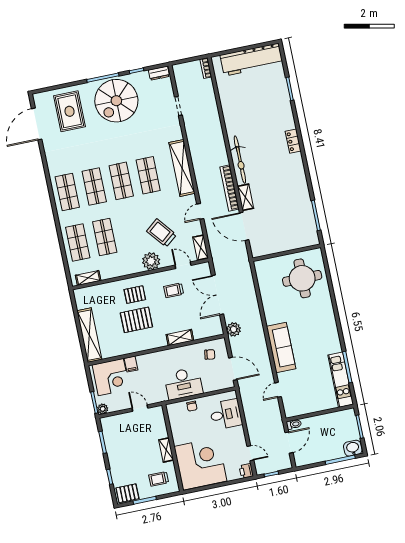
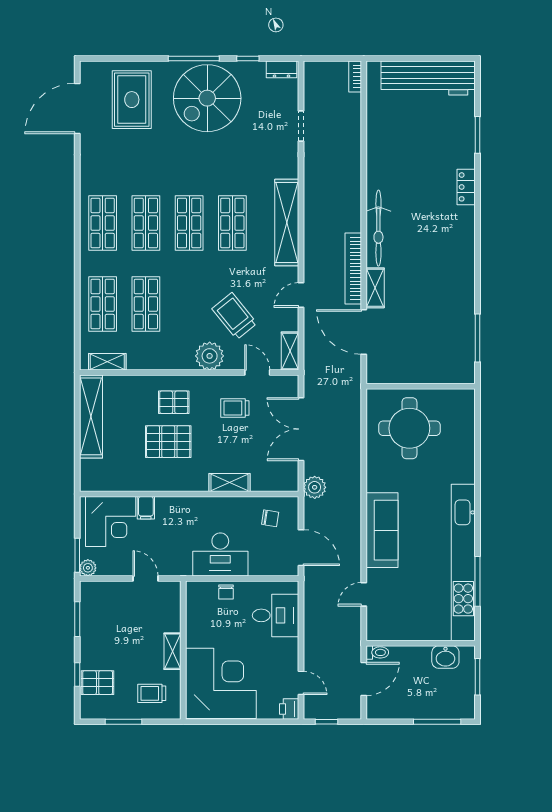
locker: (293, 141) -> (466, 187), moved
round table: (302, 278) -> (409, 428), moved
shelving: (89, 335) -> (91, 416), moved
kitchen unit: (341, 380) -> (463, 563), width x1.86
washbasin: (353, 448) -> (445, 657), moved, turned 180
pallet: (127, 493) -> (98, 683), moved

